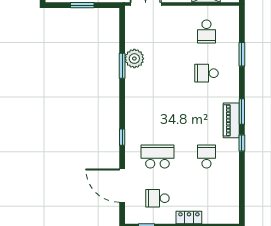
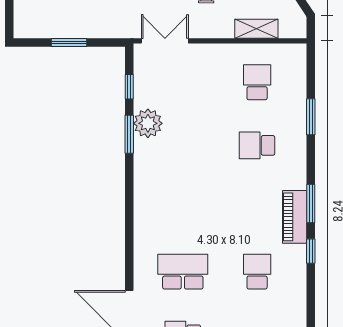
school desk: (206, 31) -> (257, 82), turned 180
window: (122, 137) -> (129, 87), moved

